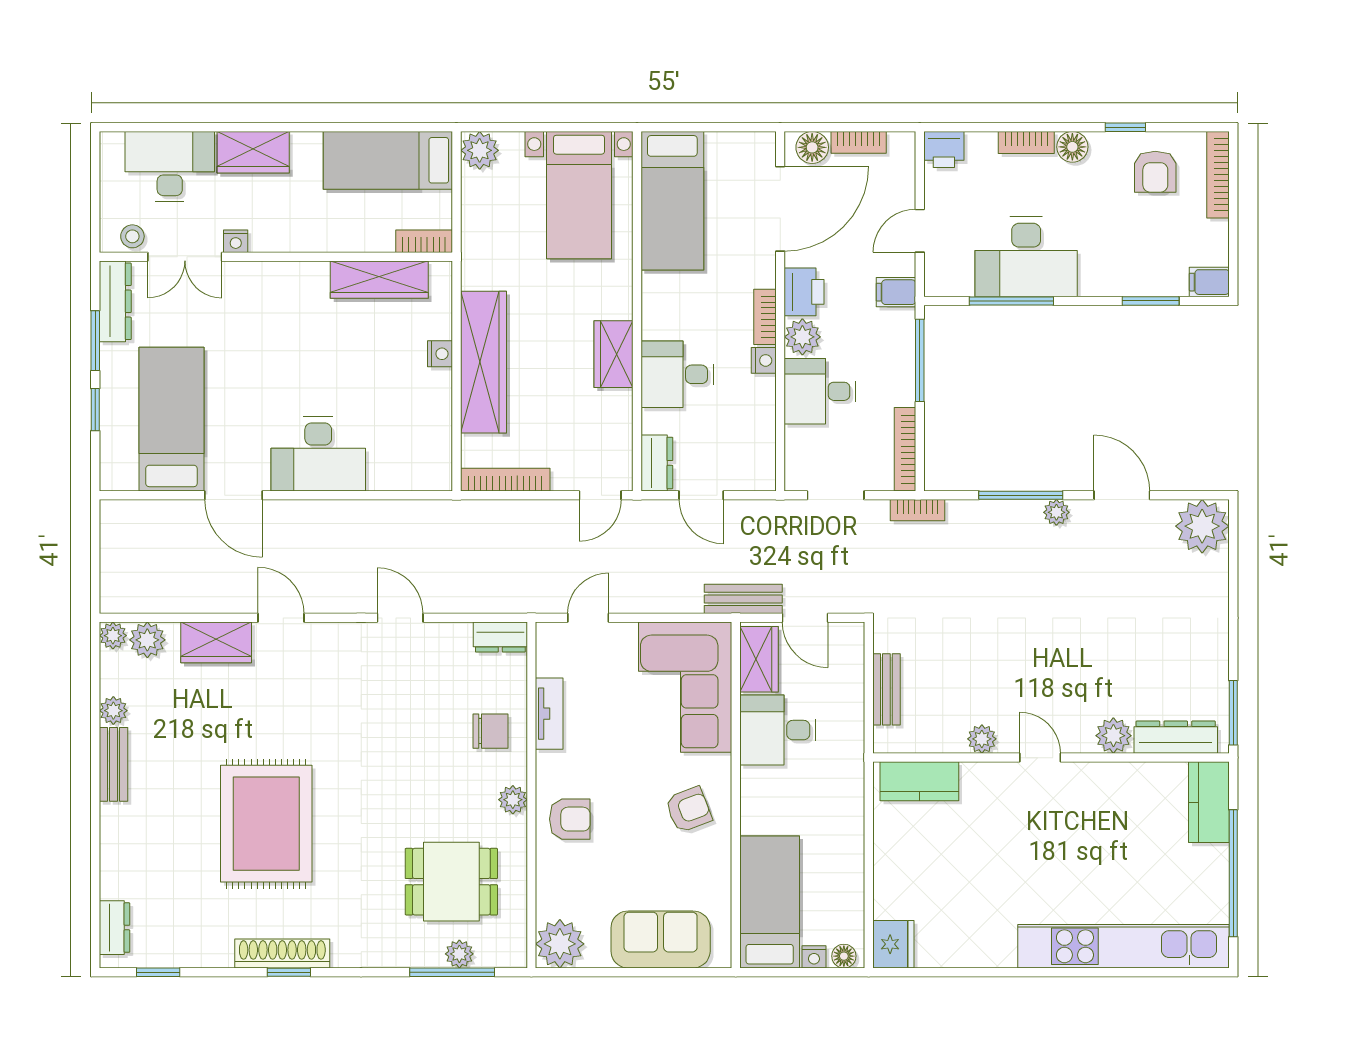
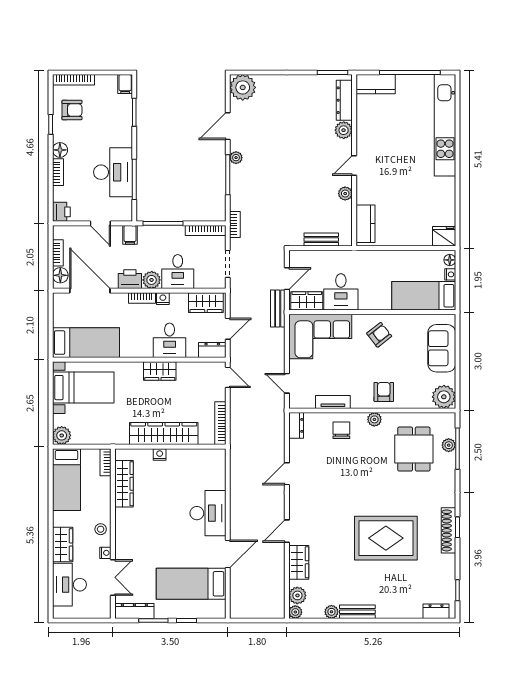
stool: (132, 236) -> (101, 529), moved
wardrobe: (755, 450) -> (206, 303), added
armchair: (689, 810) -> (379, 335), turned 73

